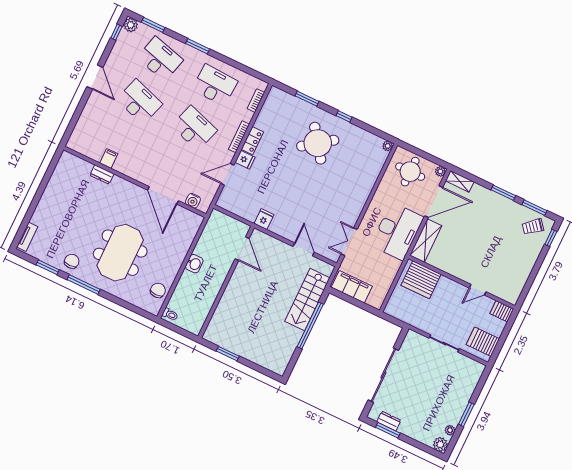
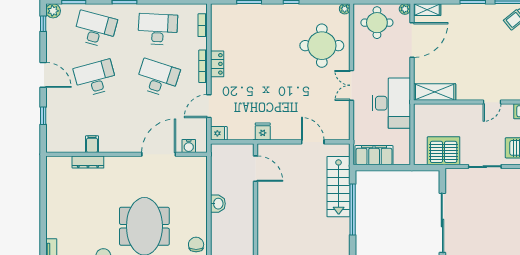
desk: (139, 102) -> (95, 78), turned -33
window: (78, 113) -> (43, 116), added
round table: (318, 143) -> (322, 46), moved, turned 36
fridge: (245, 160) -> (219, 133), moved
dresser: (102, 174) -> (88, 162), width x1.44
door: (163, 195) -> (159, 154), swing flipped
desk: (397, 231) -> (391, 103), moved
shelving: (426, 241) -> (435, 92), moved, turned 90
double door: (349, 242) -> (352, 85), moved
server rack: (421, 280) -> (444, 151), moved, turned 180

